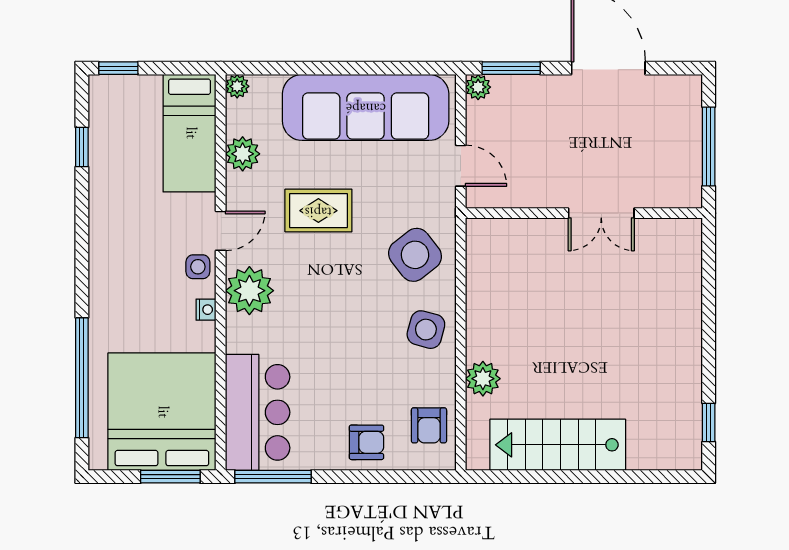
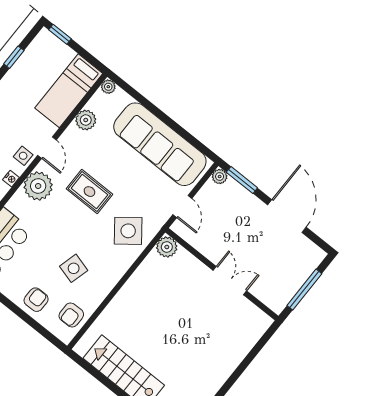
rug: (318, 211) -> (89, 192), moved
double door: (601, 213) -> (230, 281), swing flipped
door: (221, 231) -> (47, 148), hinge flipped
side table: (426, 330) -> (74, 268), moved
plant: (483, 379) -> (167, 247), moved
armchair: (366, 442) -> (36, 300), turned -90

